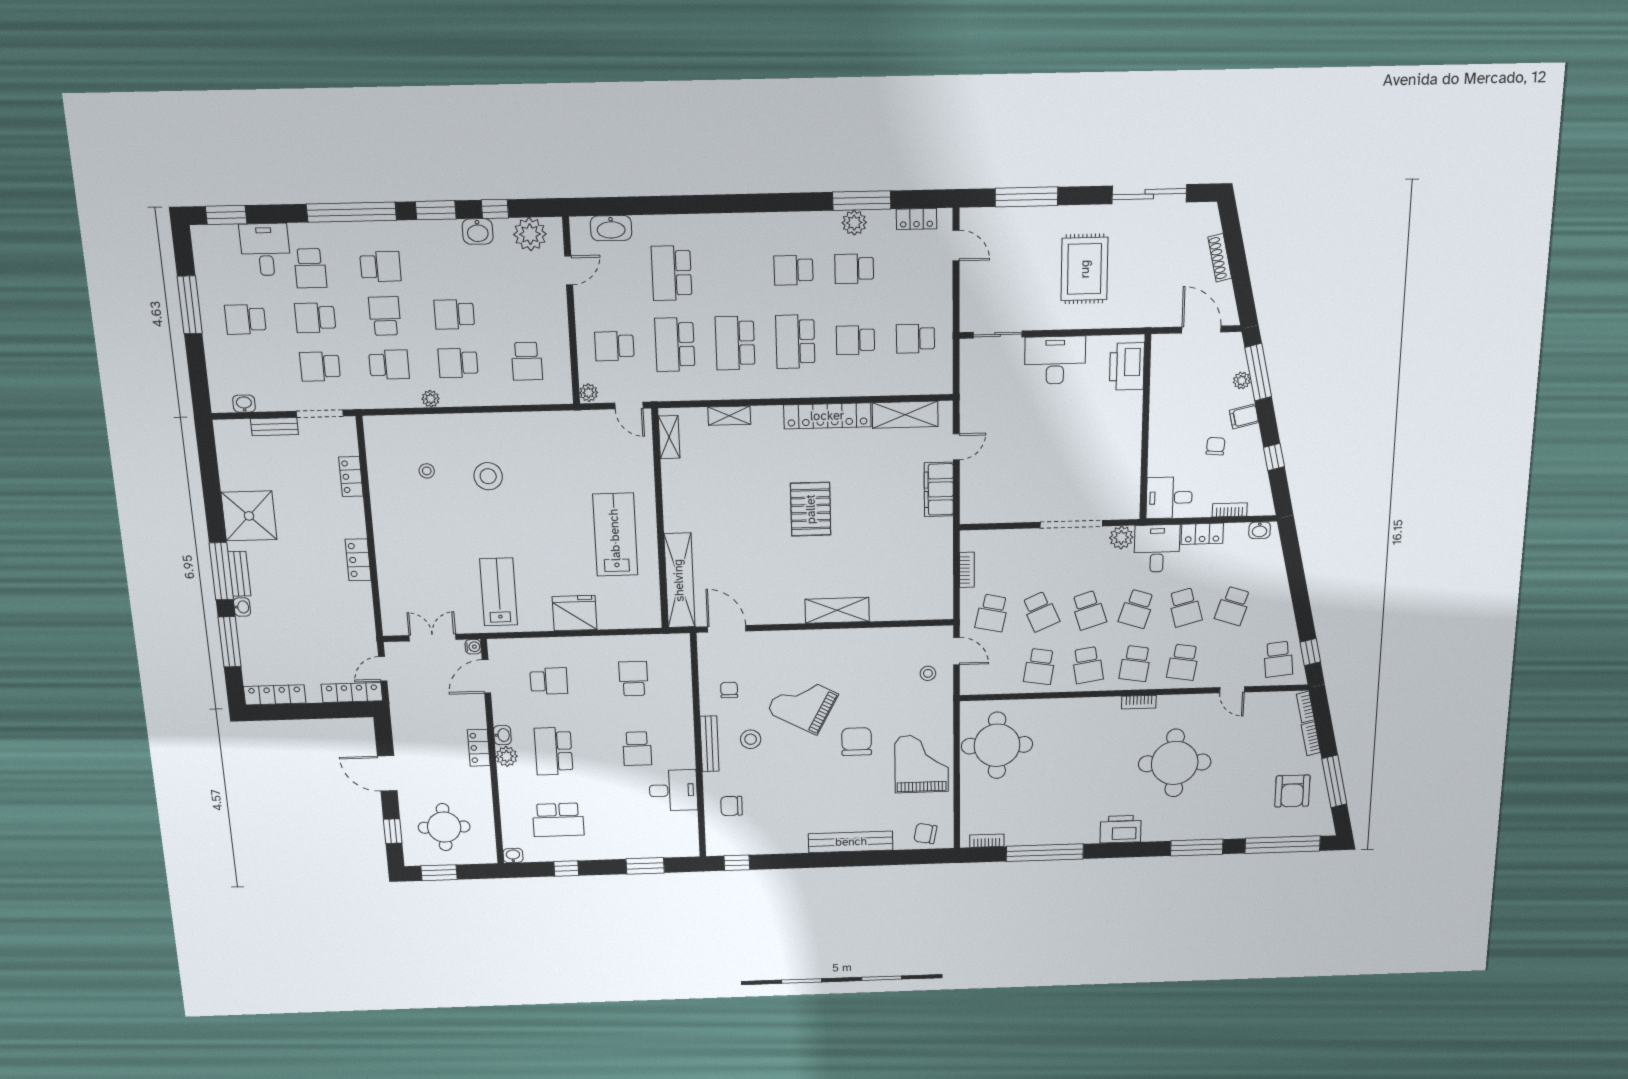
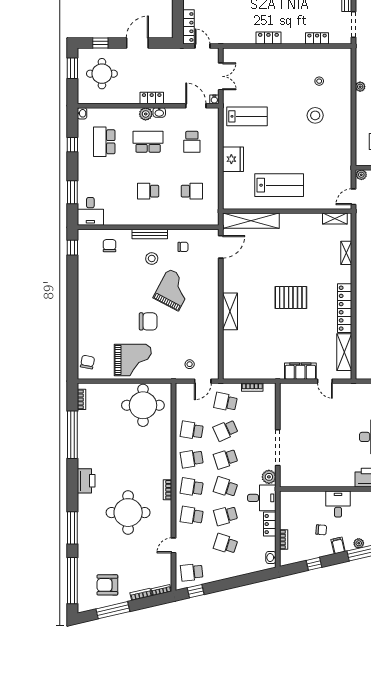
desk: (1169, 498) -> (338, 504), moved
desk: (673, 790) -> (90, 211), moved
bench: (851, 842) -> (84, 317), removed

